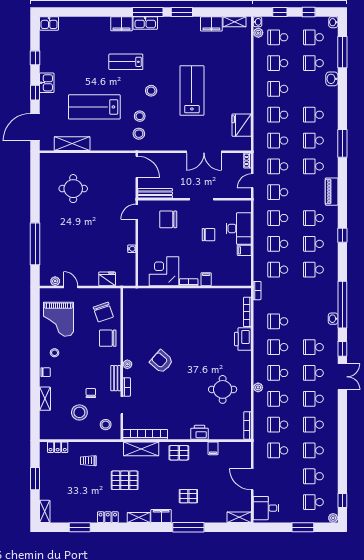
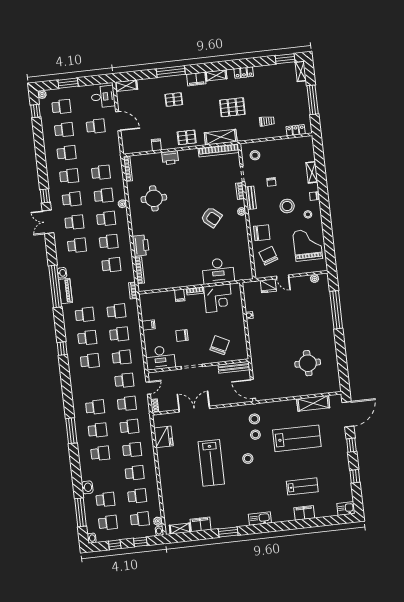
window: (148, 12) -> (259, 529), removed
filing cabinet: (121, 24) -> (304, 513), moved
lab bench: (126, 62) -> (302, 486), moved
kitchen sink: (47, 83) -> (342, 455), removed
piano: (332, 192) -> (65, 291), moved
door: (137, 212) -> (248, 349), removed
chair: (168, 219) -> (220, 345), turned -64
desk: (239, 228) -> (160, 358), moved, turned -90
door: (71, 287) -> (283, 277), moved
desk: (161, 302) -> (218, 271), added
window: (342, 349) -> (45, 196), moved
stool: (79, 412) -> (287, 206), moved
school desk: (278, 450) -> (96, 126), moved
window: (35, 479) -> (313, 100), width x1.44
window: (80, 527) -> (285, 59), moved

